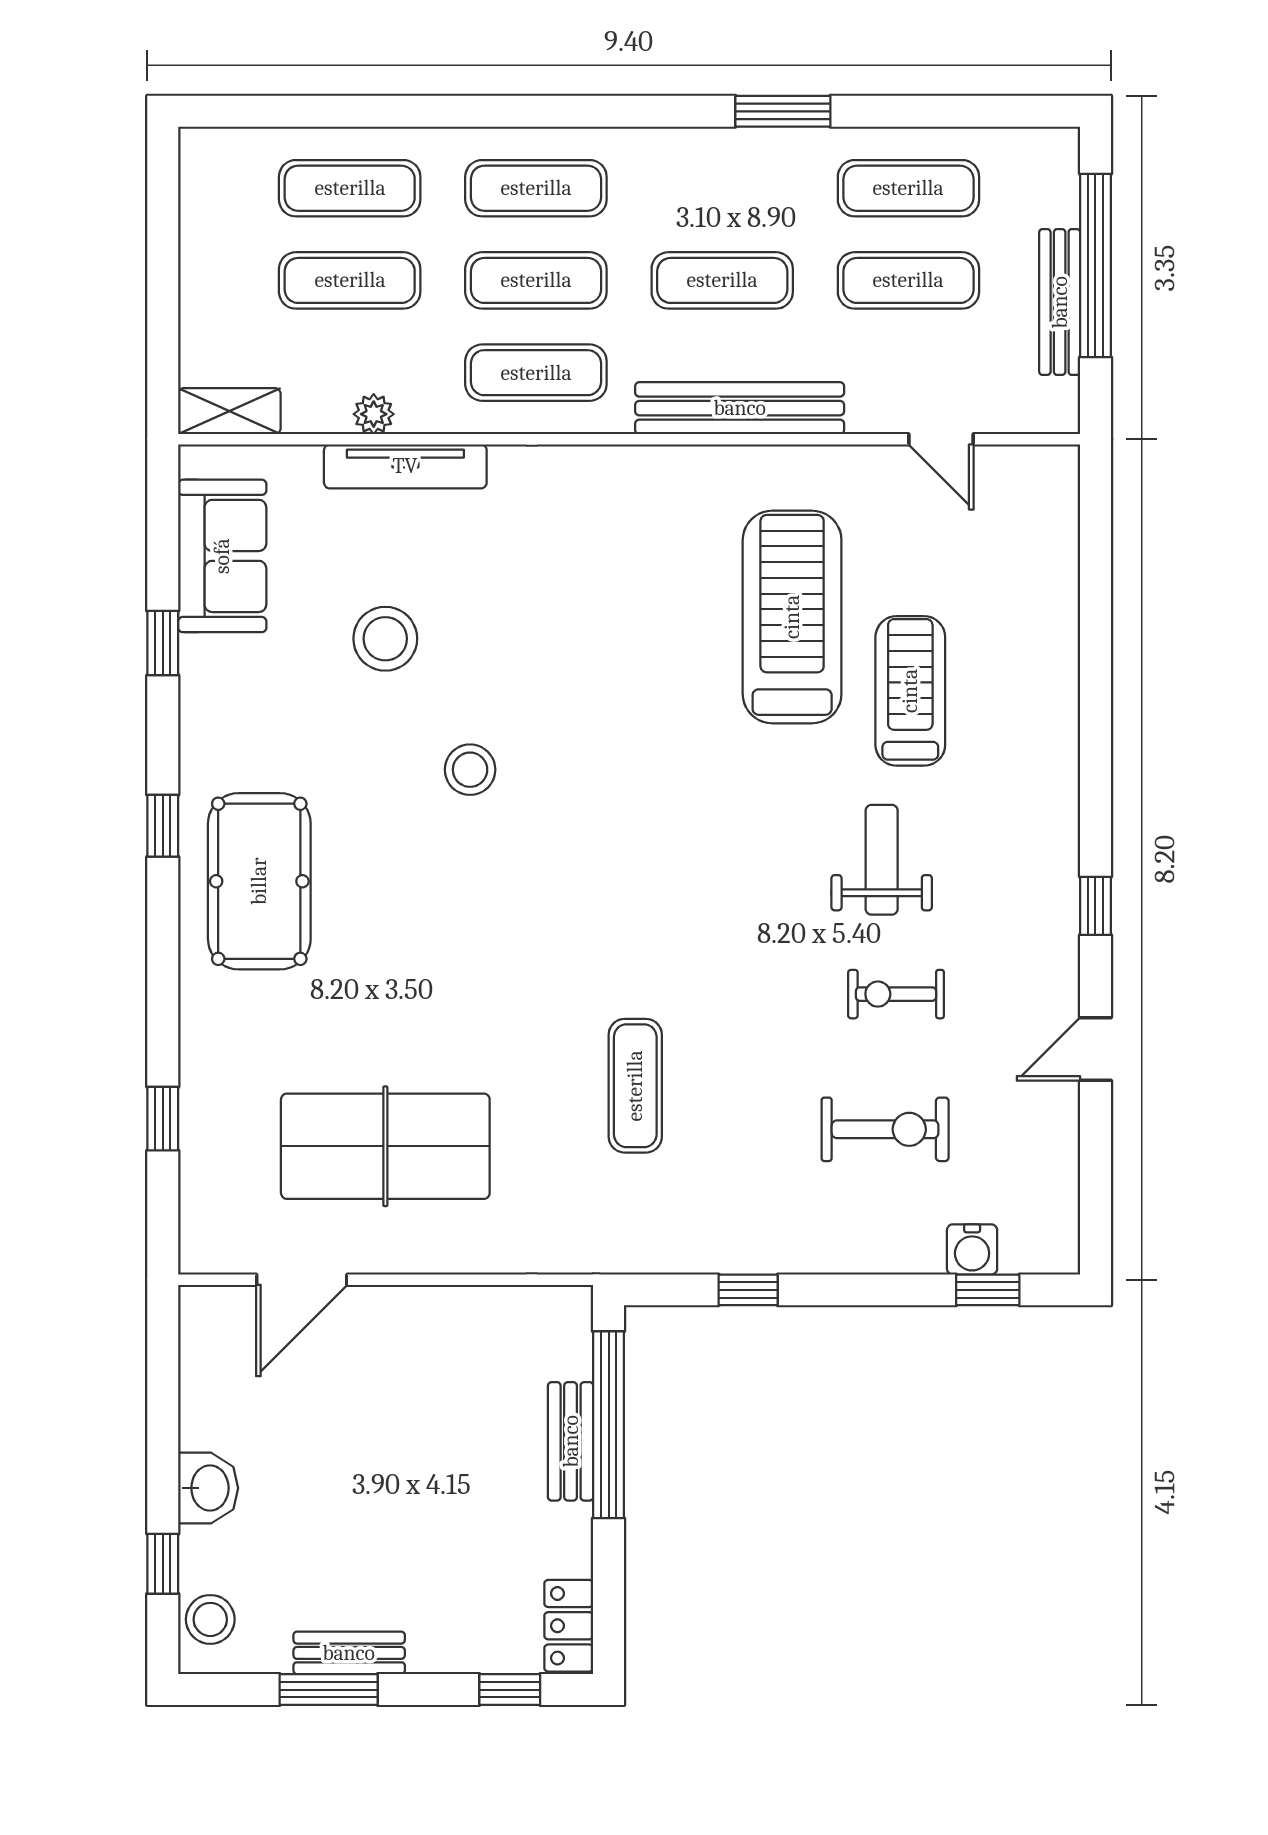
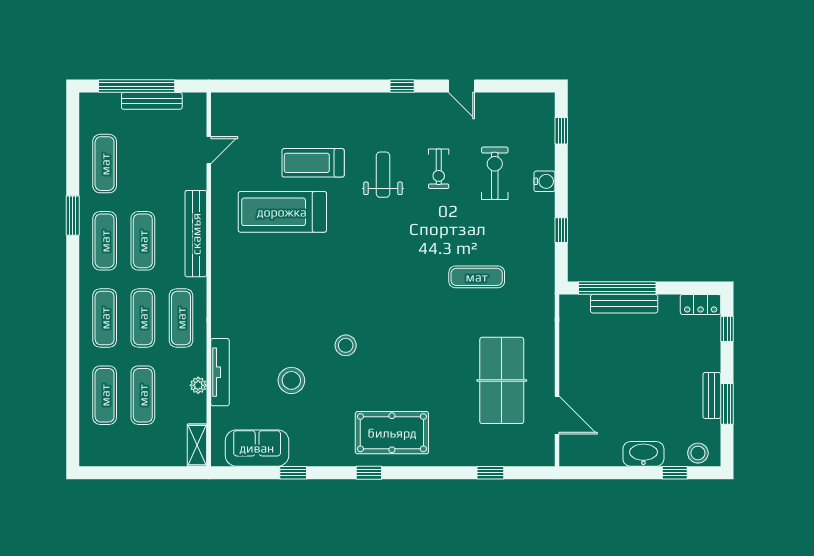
exercise mat: (908, 280) -> (105, 241), moved
weight bench: (882, 860) -> (383, 175), turned 90
water cooler: (972, 1249) -> (545, 181), moved
bench: (571, 1441) -> (624, 304), width x1.36
washbasin: (208, 1488) -> (643, 454), width x1.38

